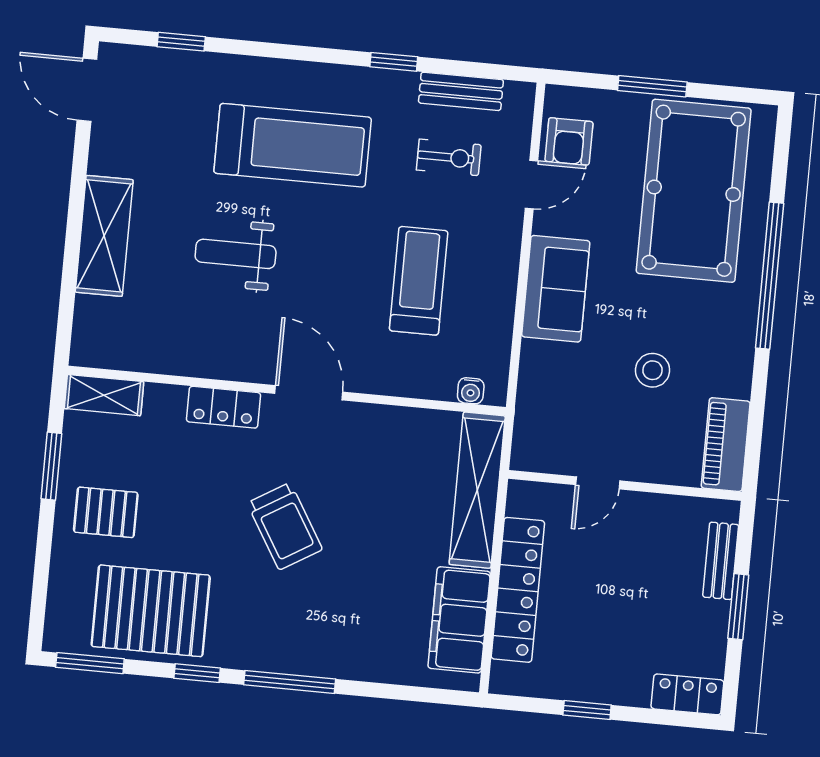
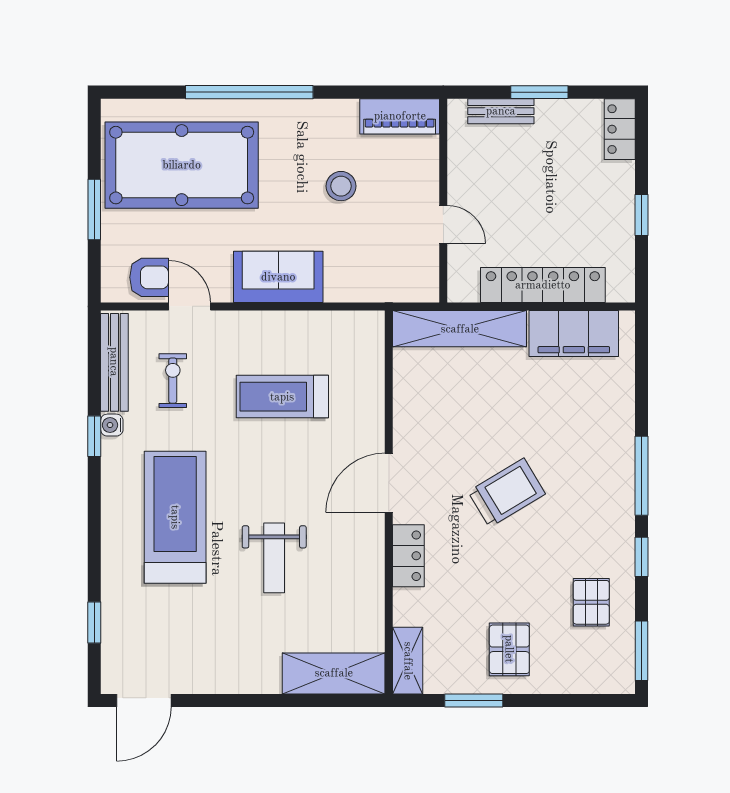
bench: (461, 91) -> (114, 362), width x1.36
shelving: (104, 236) -> (334, 673), moved
water cooler: (471, 391) -> (112, 425), moved, turned 180
pallet: (151, 611) -> (591, 602), width x0.49, depth x0.50

